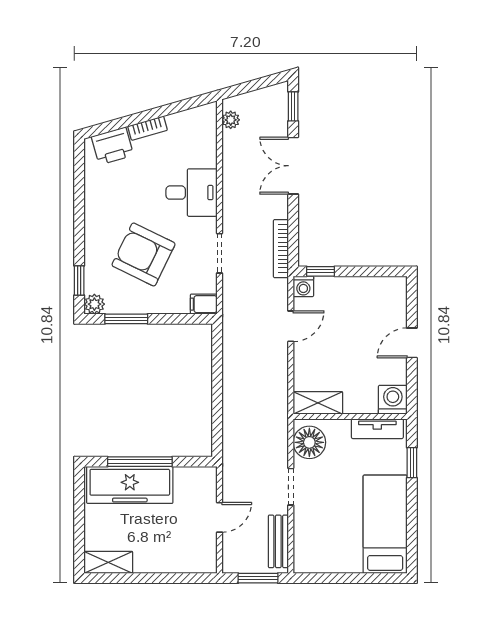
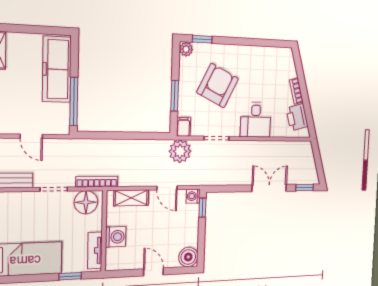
plant: (231, 120) -> (180, 151), moved, width x1.87, depth x1.87
printer: (112, 146) -> (297, 117), moved
bookcase: (281, 249) -> (97, 182), moved
boiler: (393, 291) -> (188, 257), added
window: (126, 319) -> (175, 96), moved
washing machine: (393, 400) -> (116, 237), moved
shelving: (318, 403) -> (131, 198), moved, turned 90
window: (140, 462) -> (74, 101), moved

